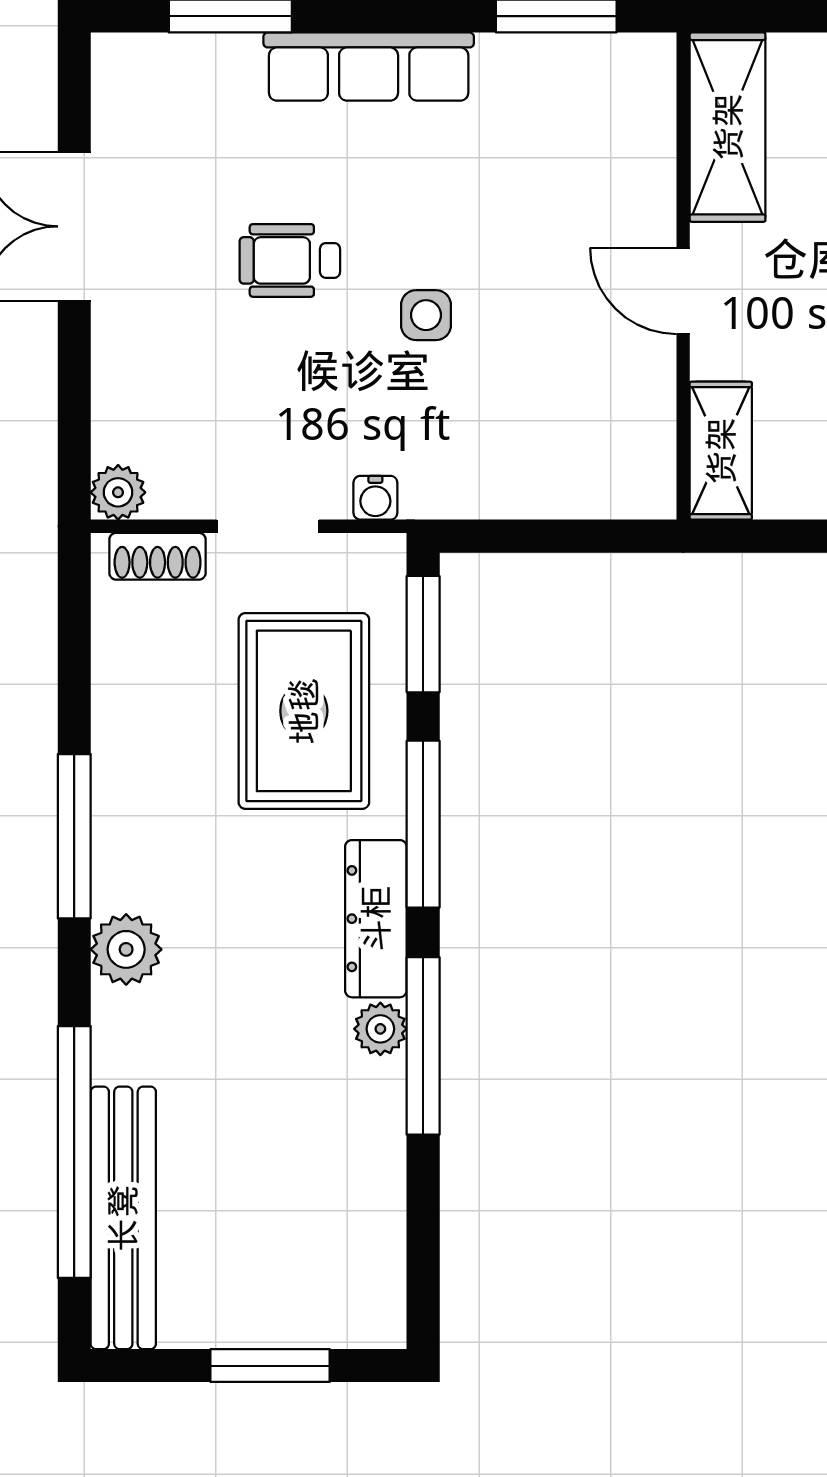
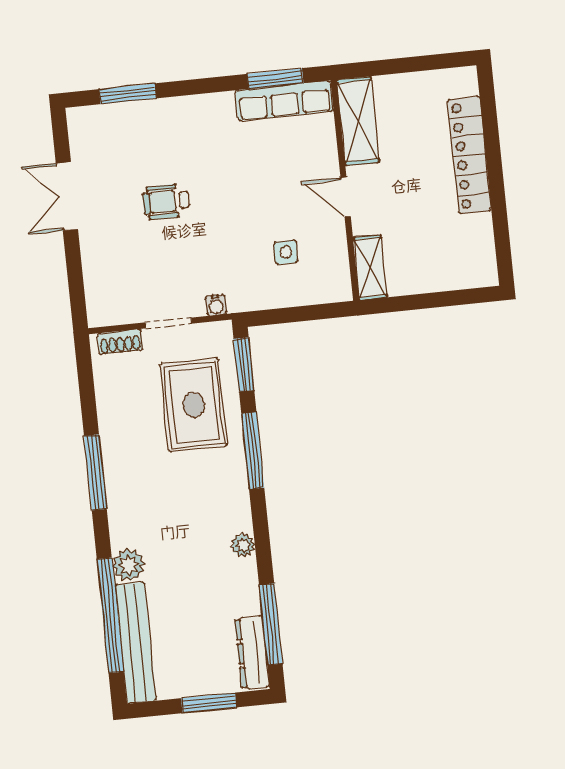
row of seats: (369, 67) -> (284, 101), moved
side table: (426, 315) -> (286, 252), moved
plant: (118, 492) -> (99, 315), removed
dresser: (376, 919) -> (252, 653), moved
plant: (126, 949) -> (129, 565), moved
window: (423, 1046) -> (271, 624), moved

